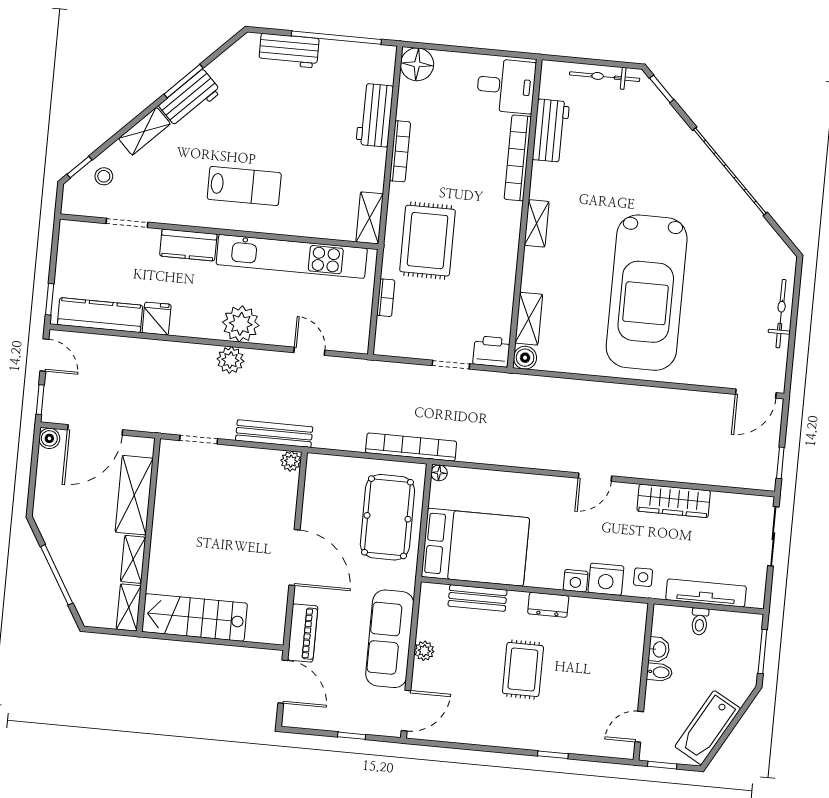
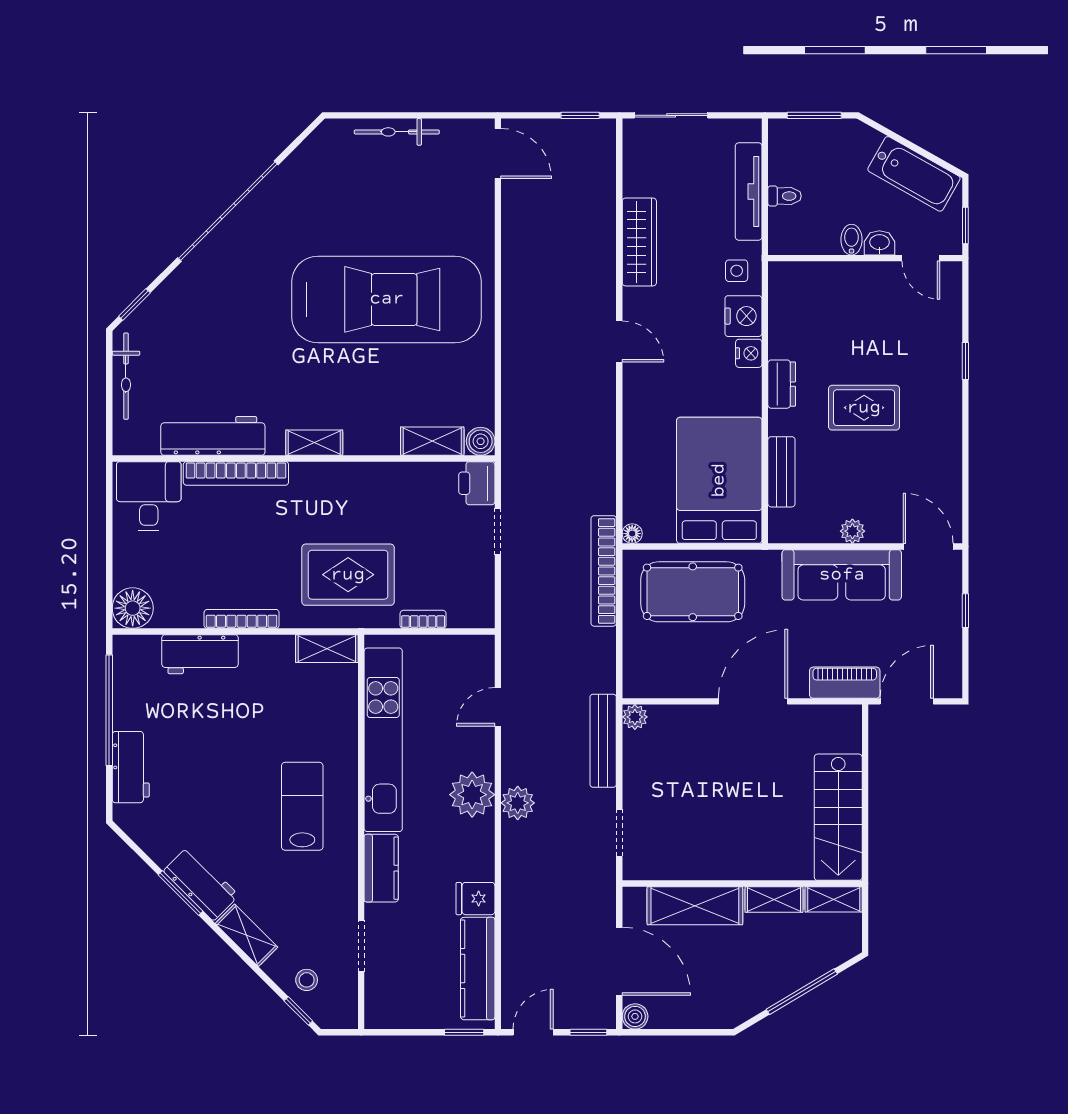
workbench: (551, 131) -> (213, 436), width x1.38
washbasin: (659, 649) -> (879, 243), moved

